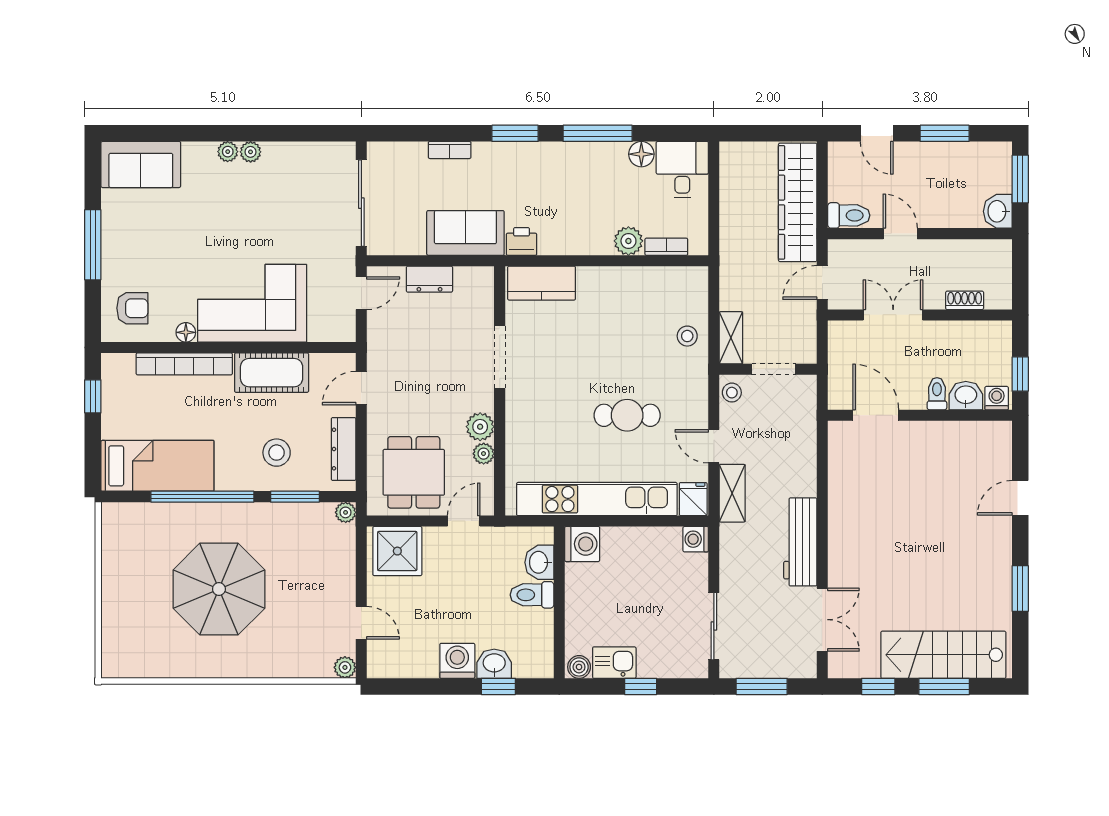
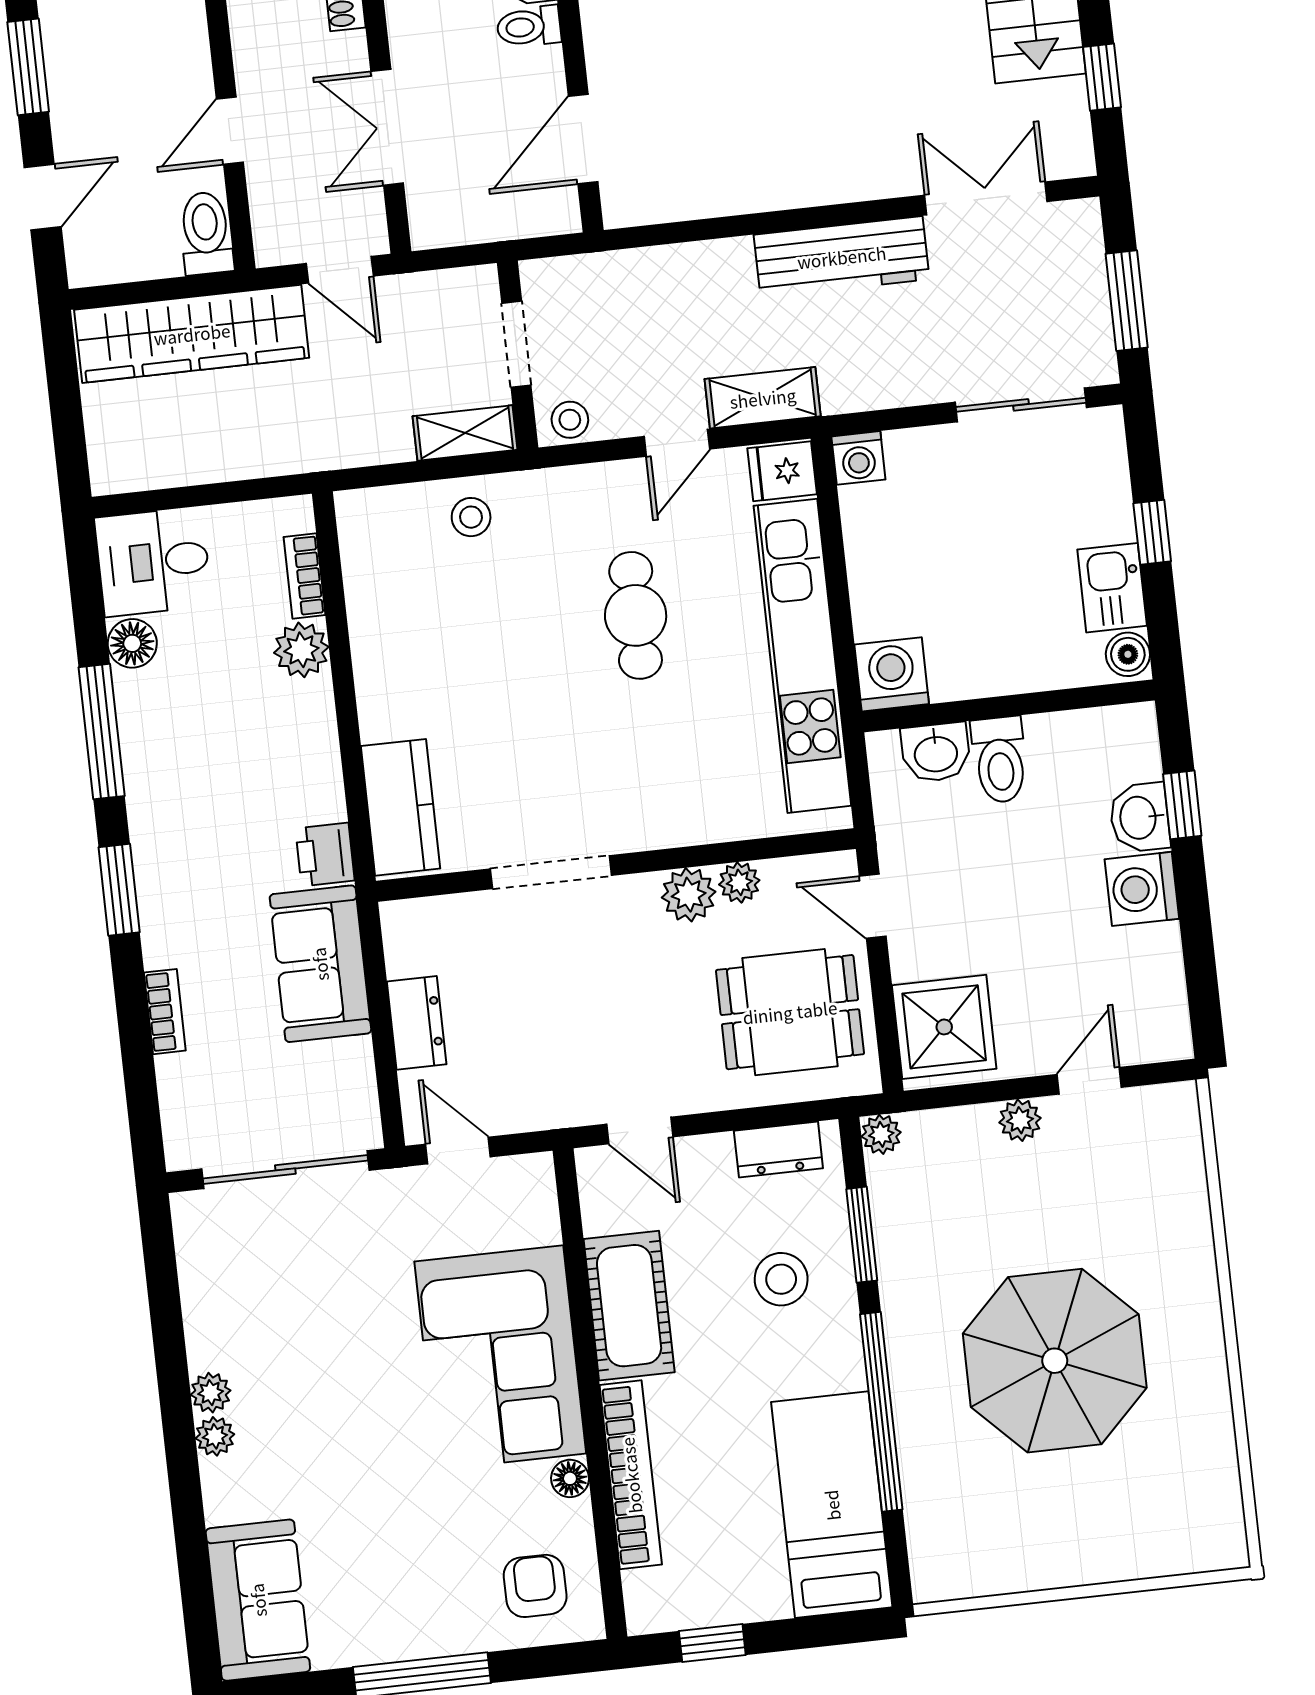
dresser: (344, 449) -> (778, 1150), width x0.70
plant: (345, 667) -> (1020, 1120), moved

